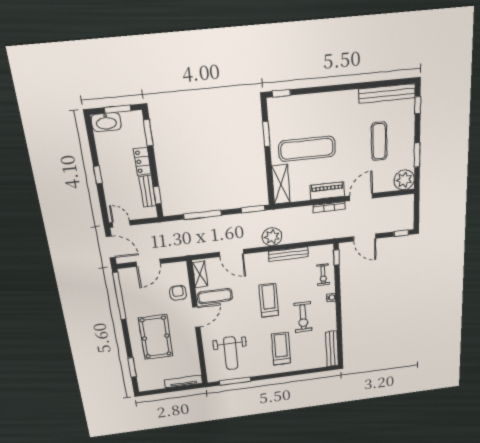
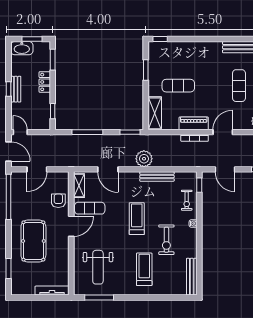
exercise mat: (307, 149) -> (178, 86), width x0.73, depth x0.69
bench: (148, 191) -> (16, 89), moved

